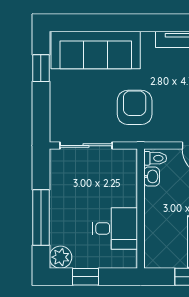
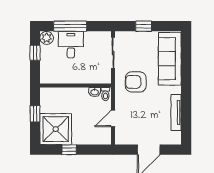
window: (41, 68) -> (144, 26), moved
armchair: (135, 107) -> (136, 82), turned 180
desk: (115, 228) -> (71, 45), moved, turned 180

